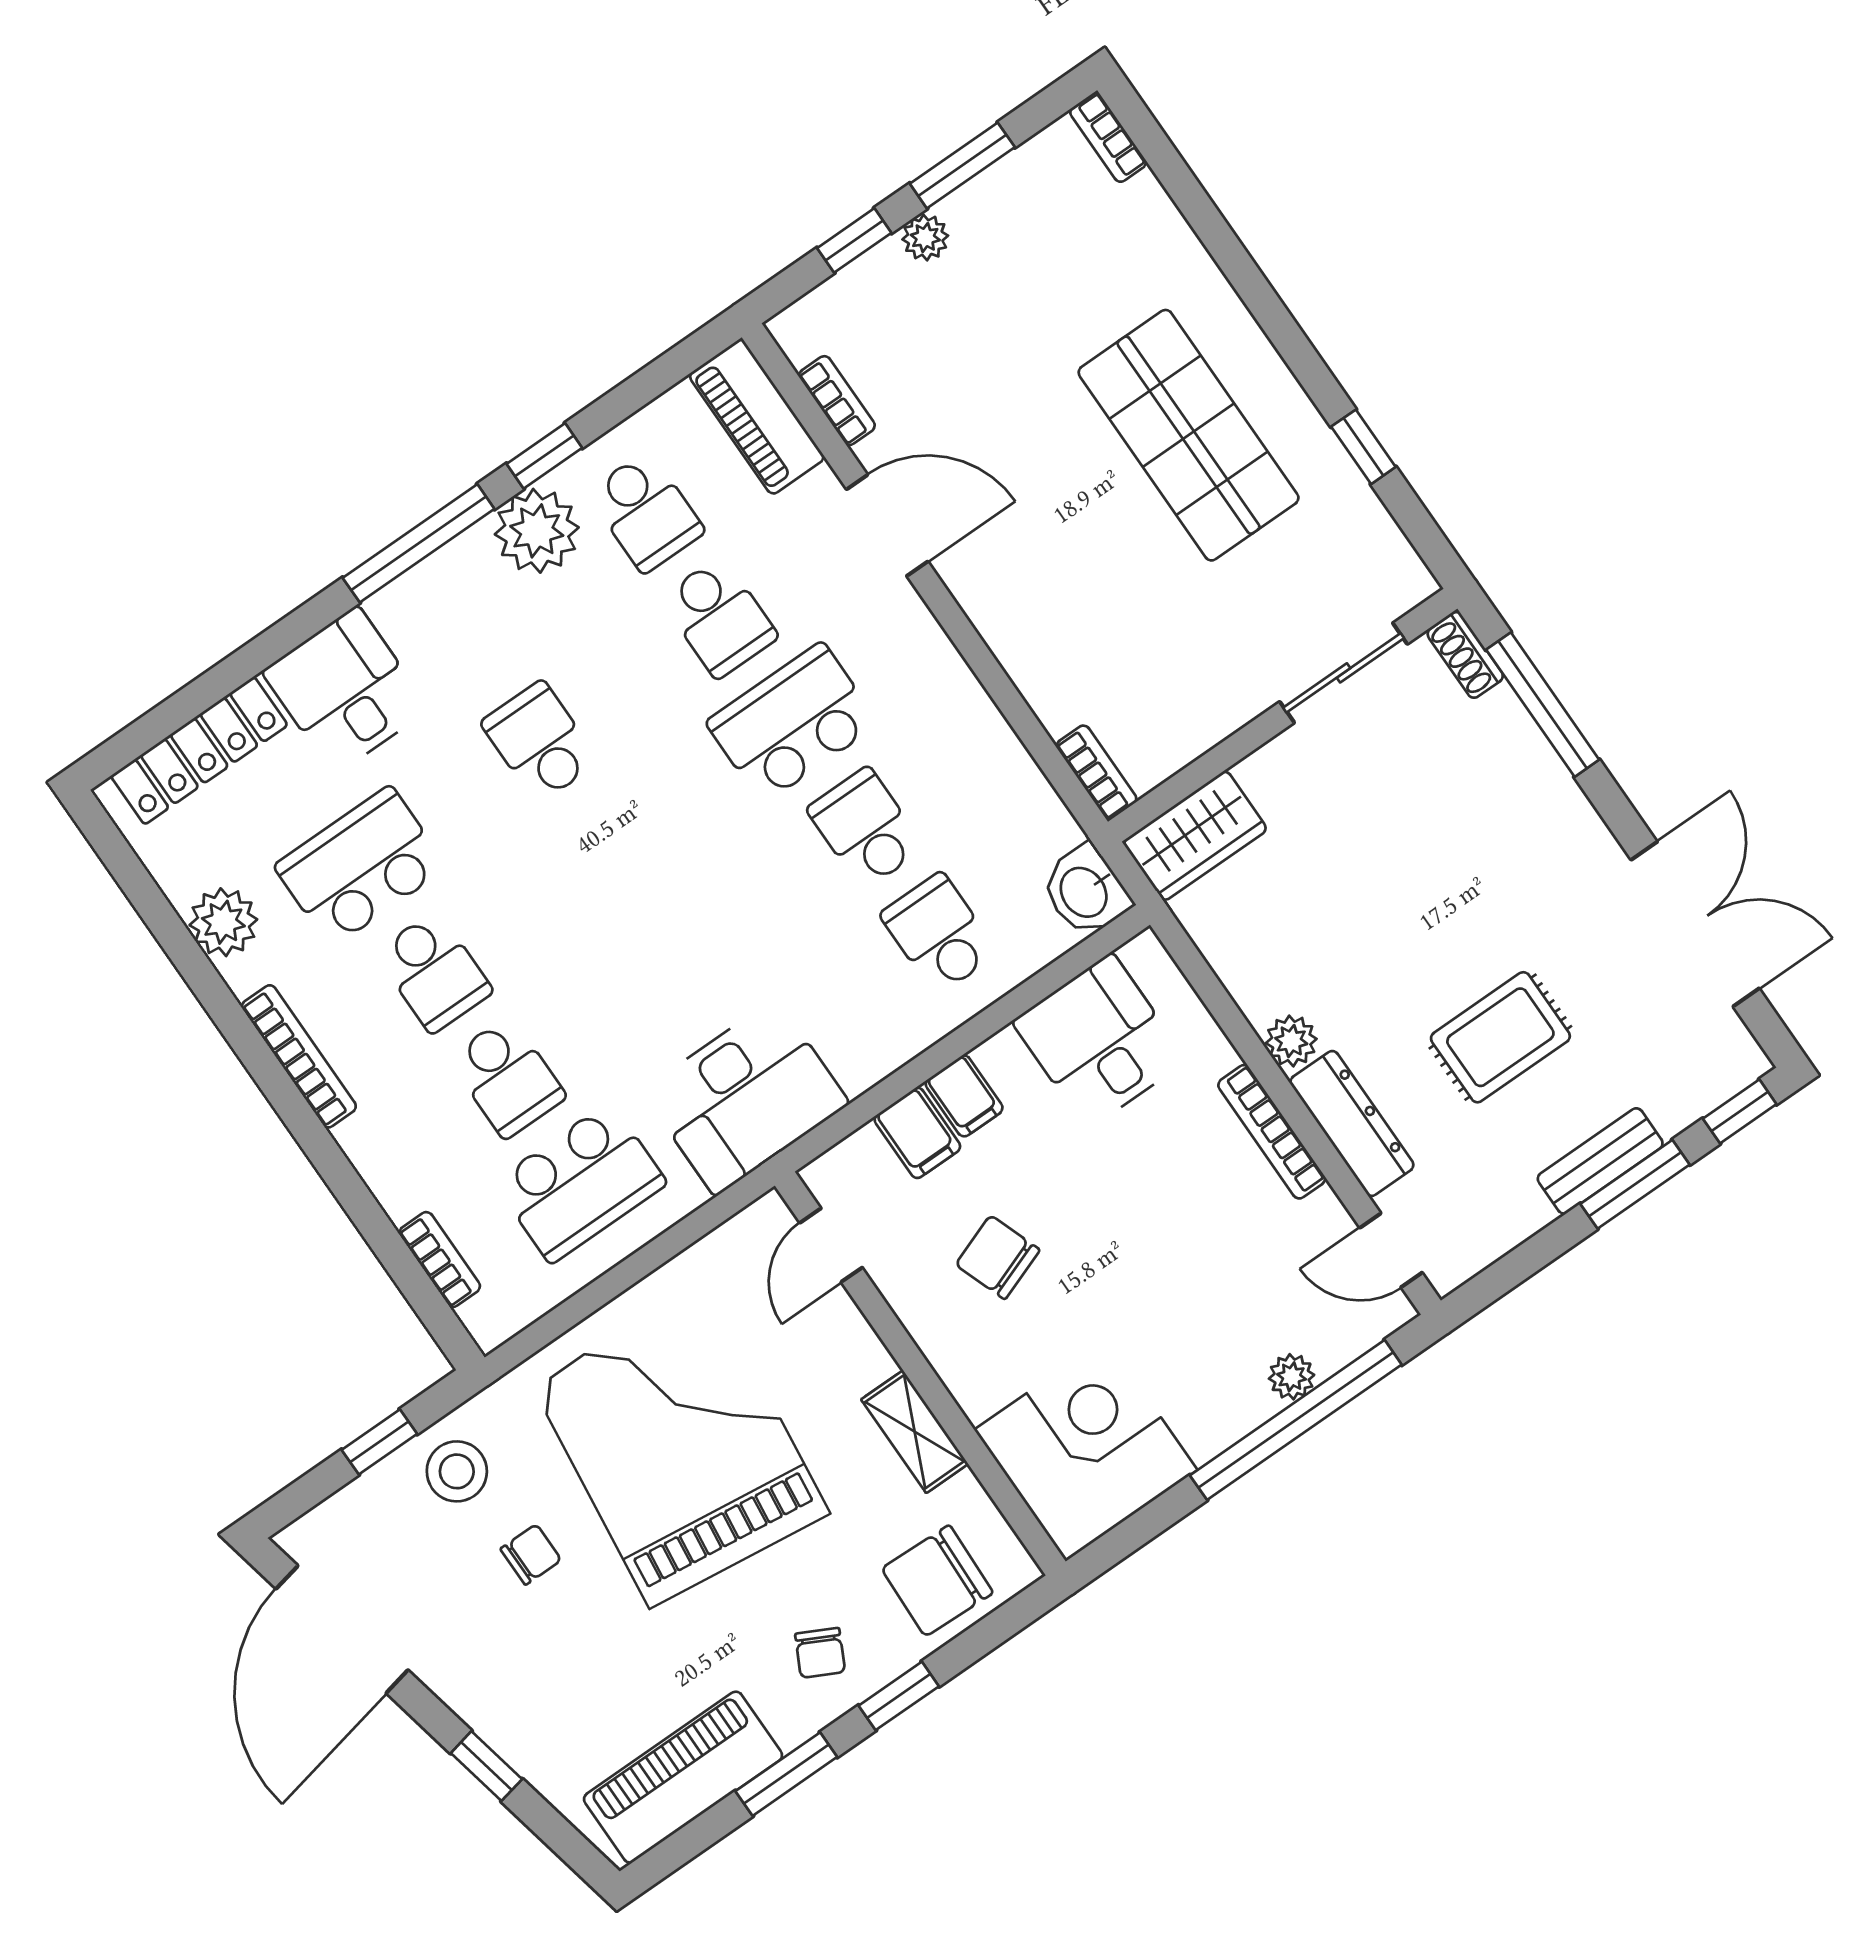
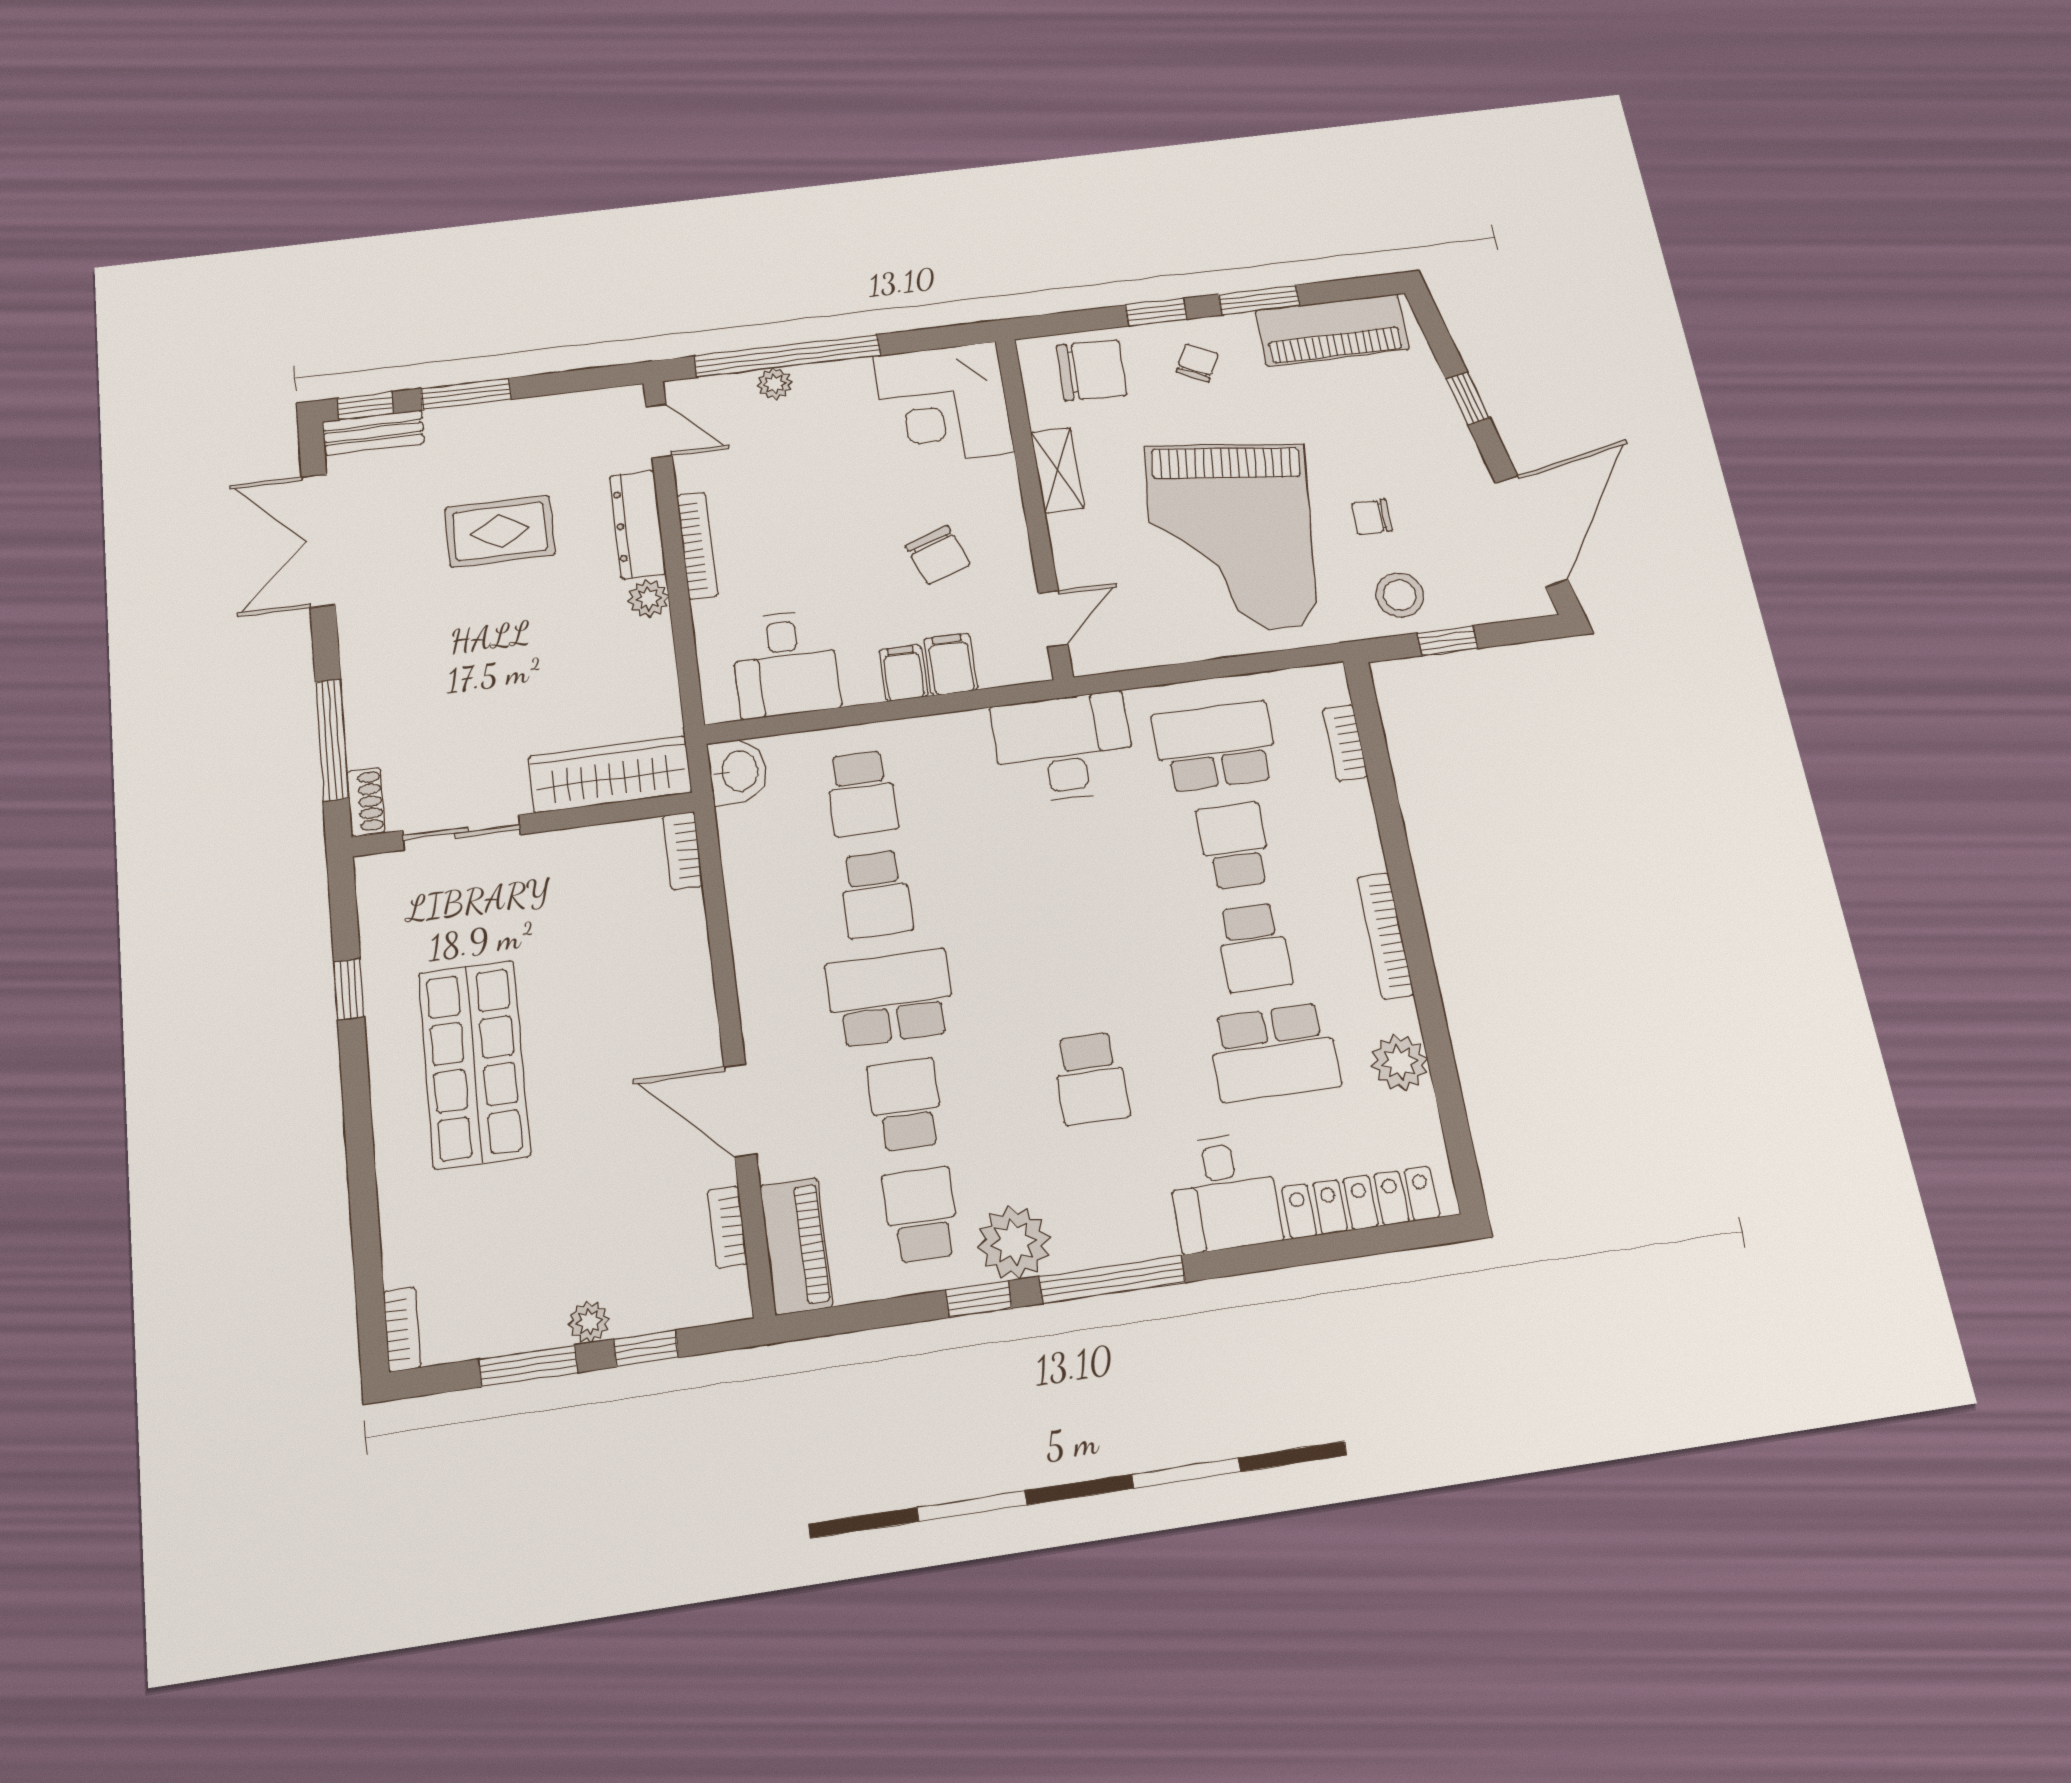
school desk: (792, 723) -> (890, 998), turned 180
wardrobe: (1195, 836) -> (610, 774), width x1.50
school desk: (434, 972) -> (1254, 947), turned 180
bench: (1600, 1161) -> (373, 432), moved

